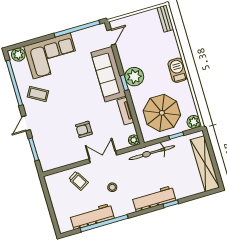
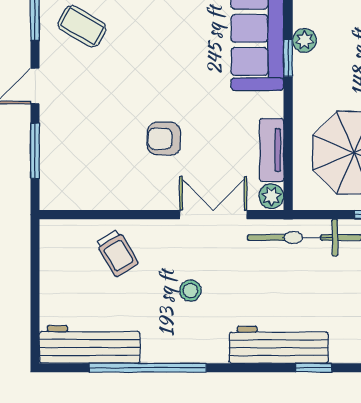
plant: (134, 77) -> (304, 40), width x0.53, depth x0.53
tv unit: (125, 111) -> (272, 150), moved
double door: (103, 157) -> (213, 215), moved
workbench: (92, 217) -> (90, 344), moved

